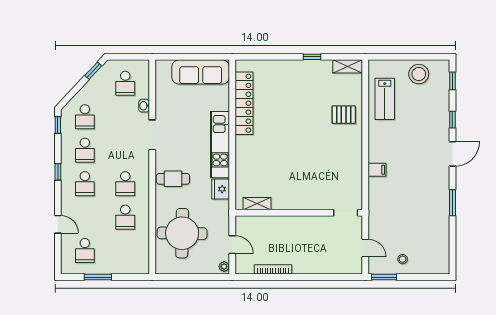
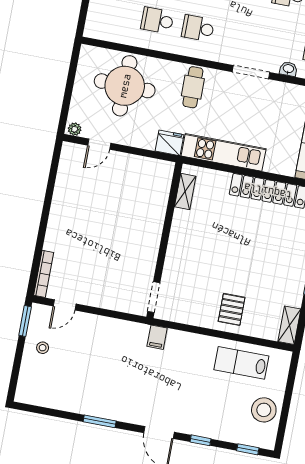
shelving: (257, 204) -> (185, 191), moved
wall: (299, 213) -> (165, 240), moved
doorway: (346, 213) -> (154, 297), moved
bookcase: (273, 269) -> (44, 274), moved

